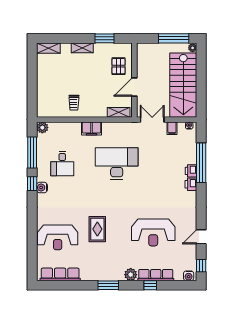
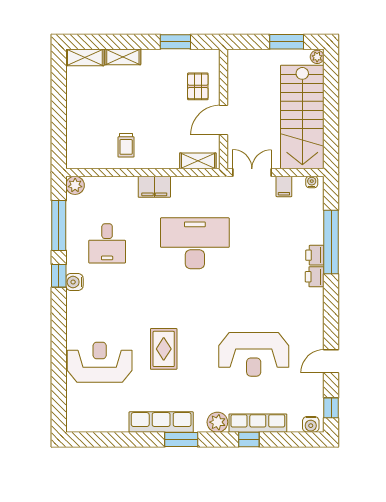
window: (174, 38) -> (287, 42), width x0.69
shelving: (82, 48) -> (123, 57), moved
reception desk: (58, 237) -> (100, 362), turned 180
row of seats: (60, 274) -> (161, 422), moved

